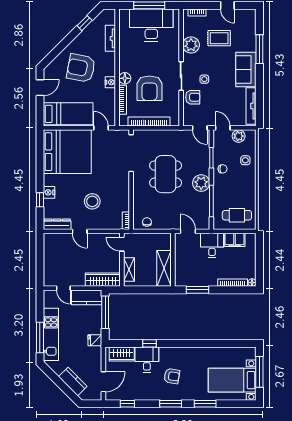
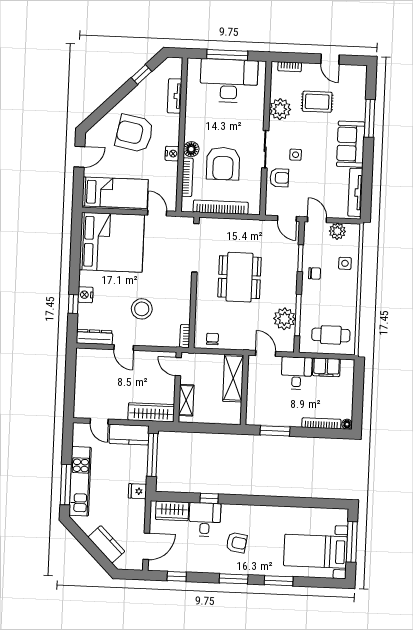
plant: (201, 183) -> (284, 319), moved
shelving: (164, 268) -> (233, 378), moved

